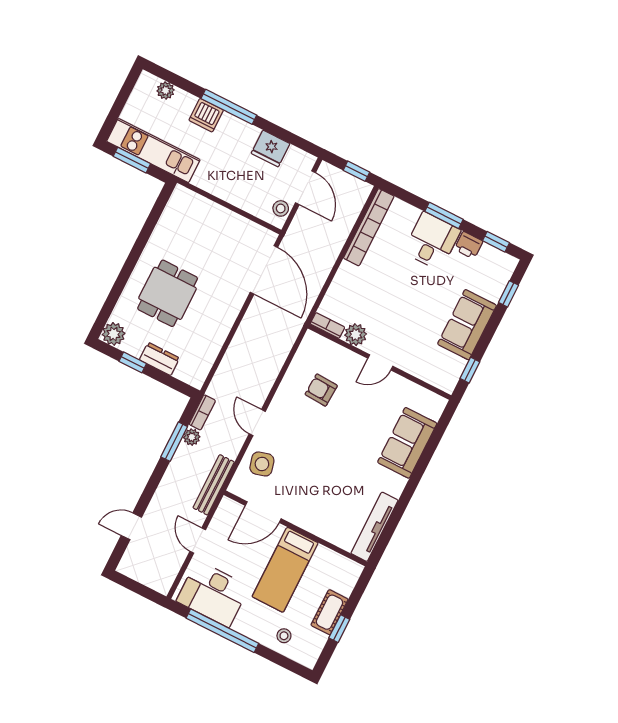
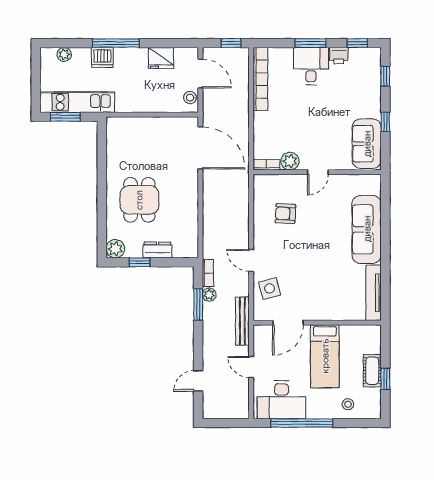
sofa: (467, 325) -> (367, 144), moved
window: (470, 370) -> (385, 122), moved
sofa: (407, 443) -> (367, 229), width x1.36

